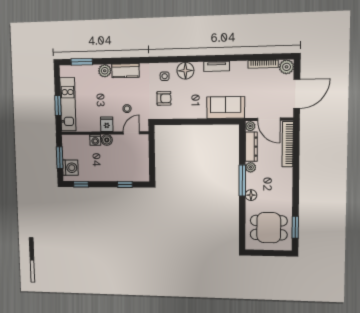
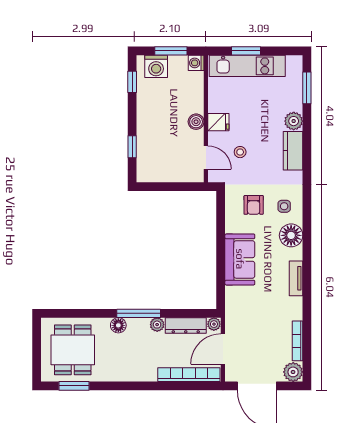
sofa: (226, 107) -> (240, 259), moved
washing machine: (95, 140) -> (196, 63), moved

